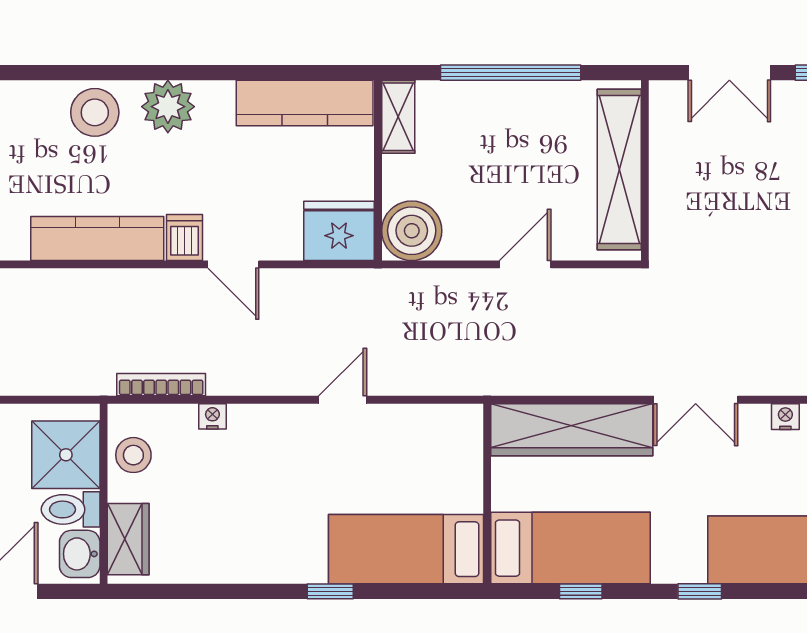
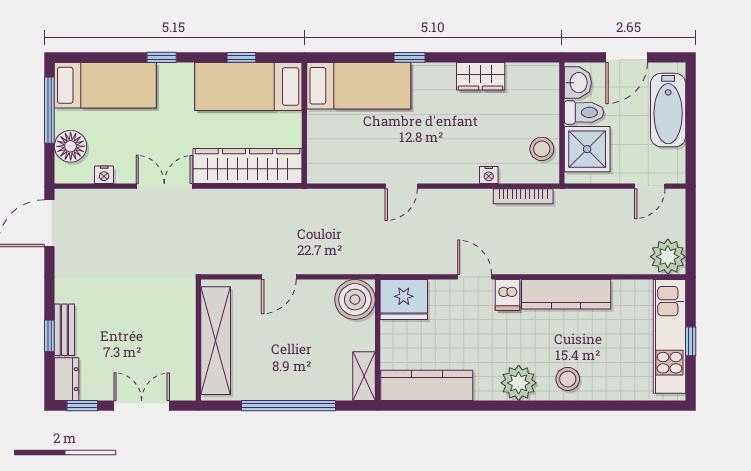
stool: (95, 112) -> (568, 379), width x0.73, depth x0.73
wardrobe: (128, 539) -> (481, 76), moved, turned -90

